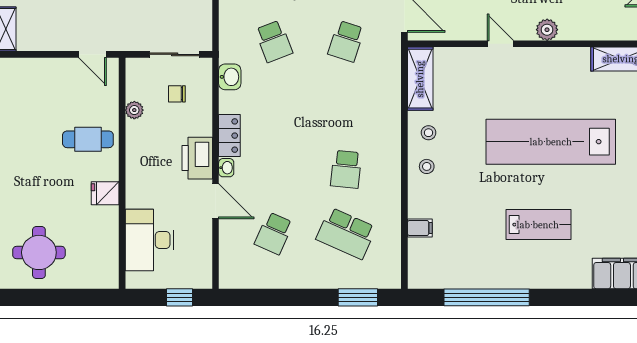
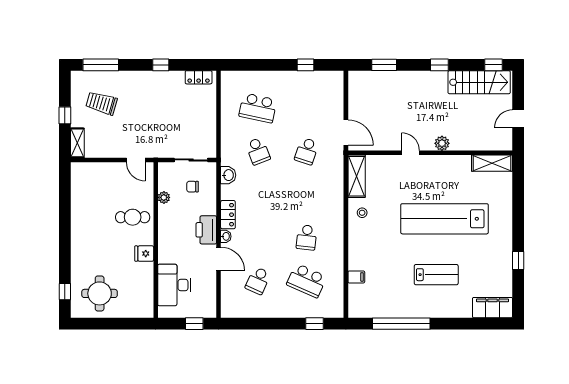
stool: (427, 166) -> (361, 235), removed
window: (358, 297) -> (315, 324), width x0.67

